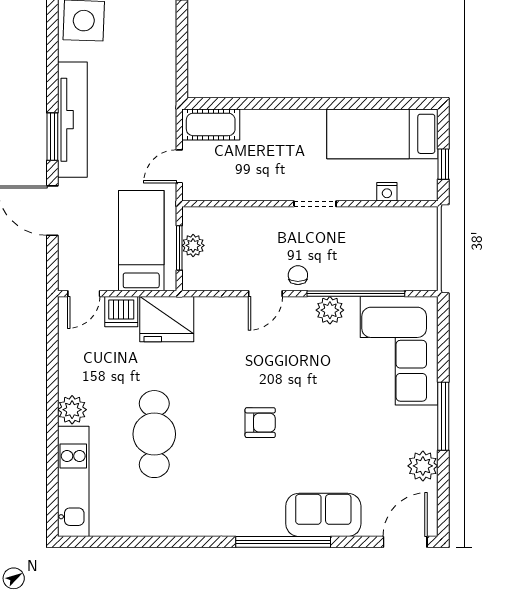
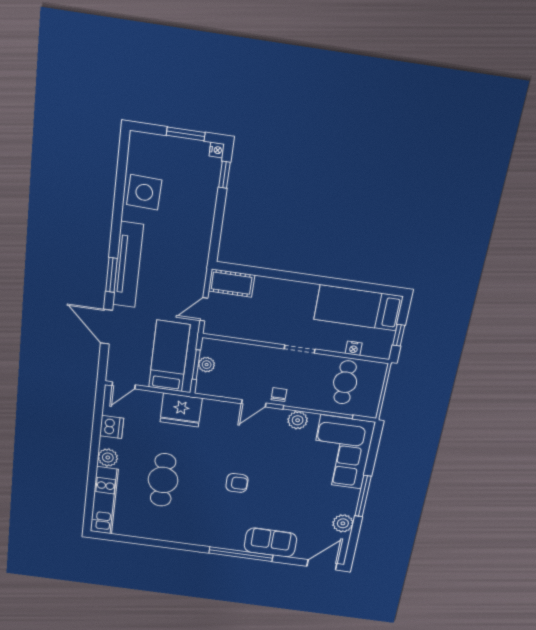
cafe table: (385, 243) -> (345, 382), added
dishwasher: (121, 312) -> (112, 427), moved, turned -90

